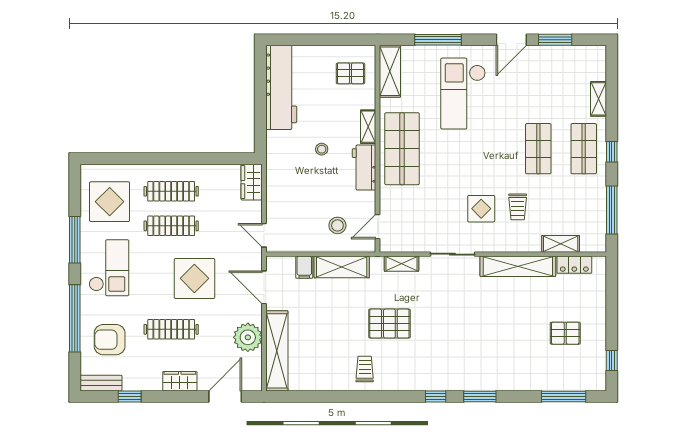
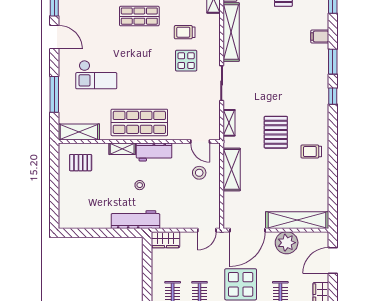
pallet: (350, 73) -> (81, 163), turned 90
workbench: (281, 87) -> (135, 220), moved, width x0.73, depth x0.76
checkout: (463, 94) -> (96, 75), width x0.73, depth x0.83
trolley: (518, 207) -> (185, 32), turned 180
filing cabinet: (304, 267) -> (320, 37), moved, turned 180
door: (264, 287) -> (248, 230), width x1.36
door: (225, 396) -> (333, 260), hinge flipped

